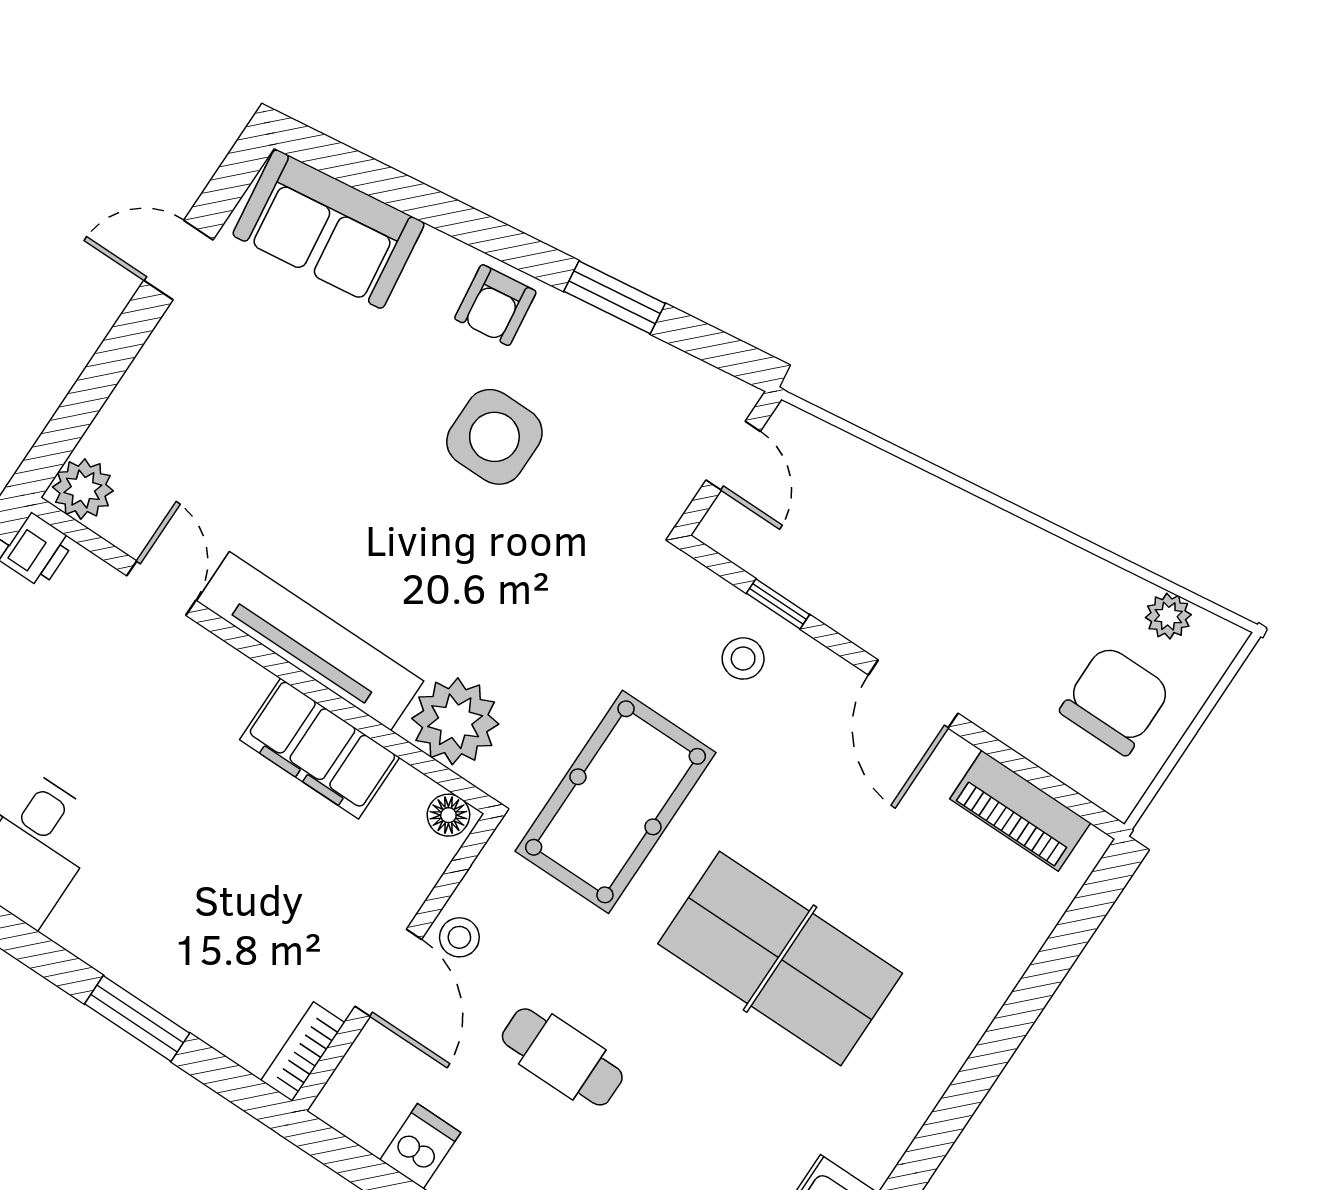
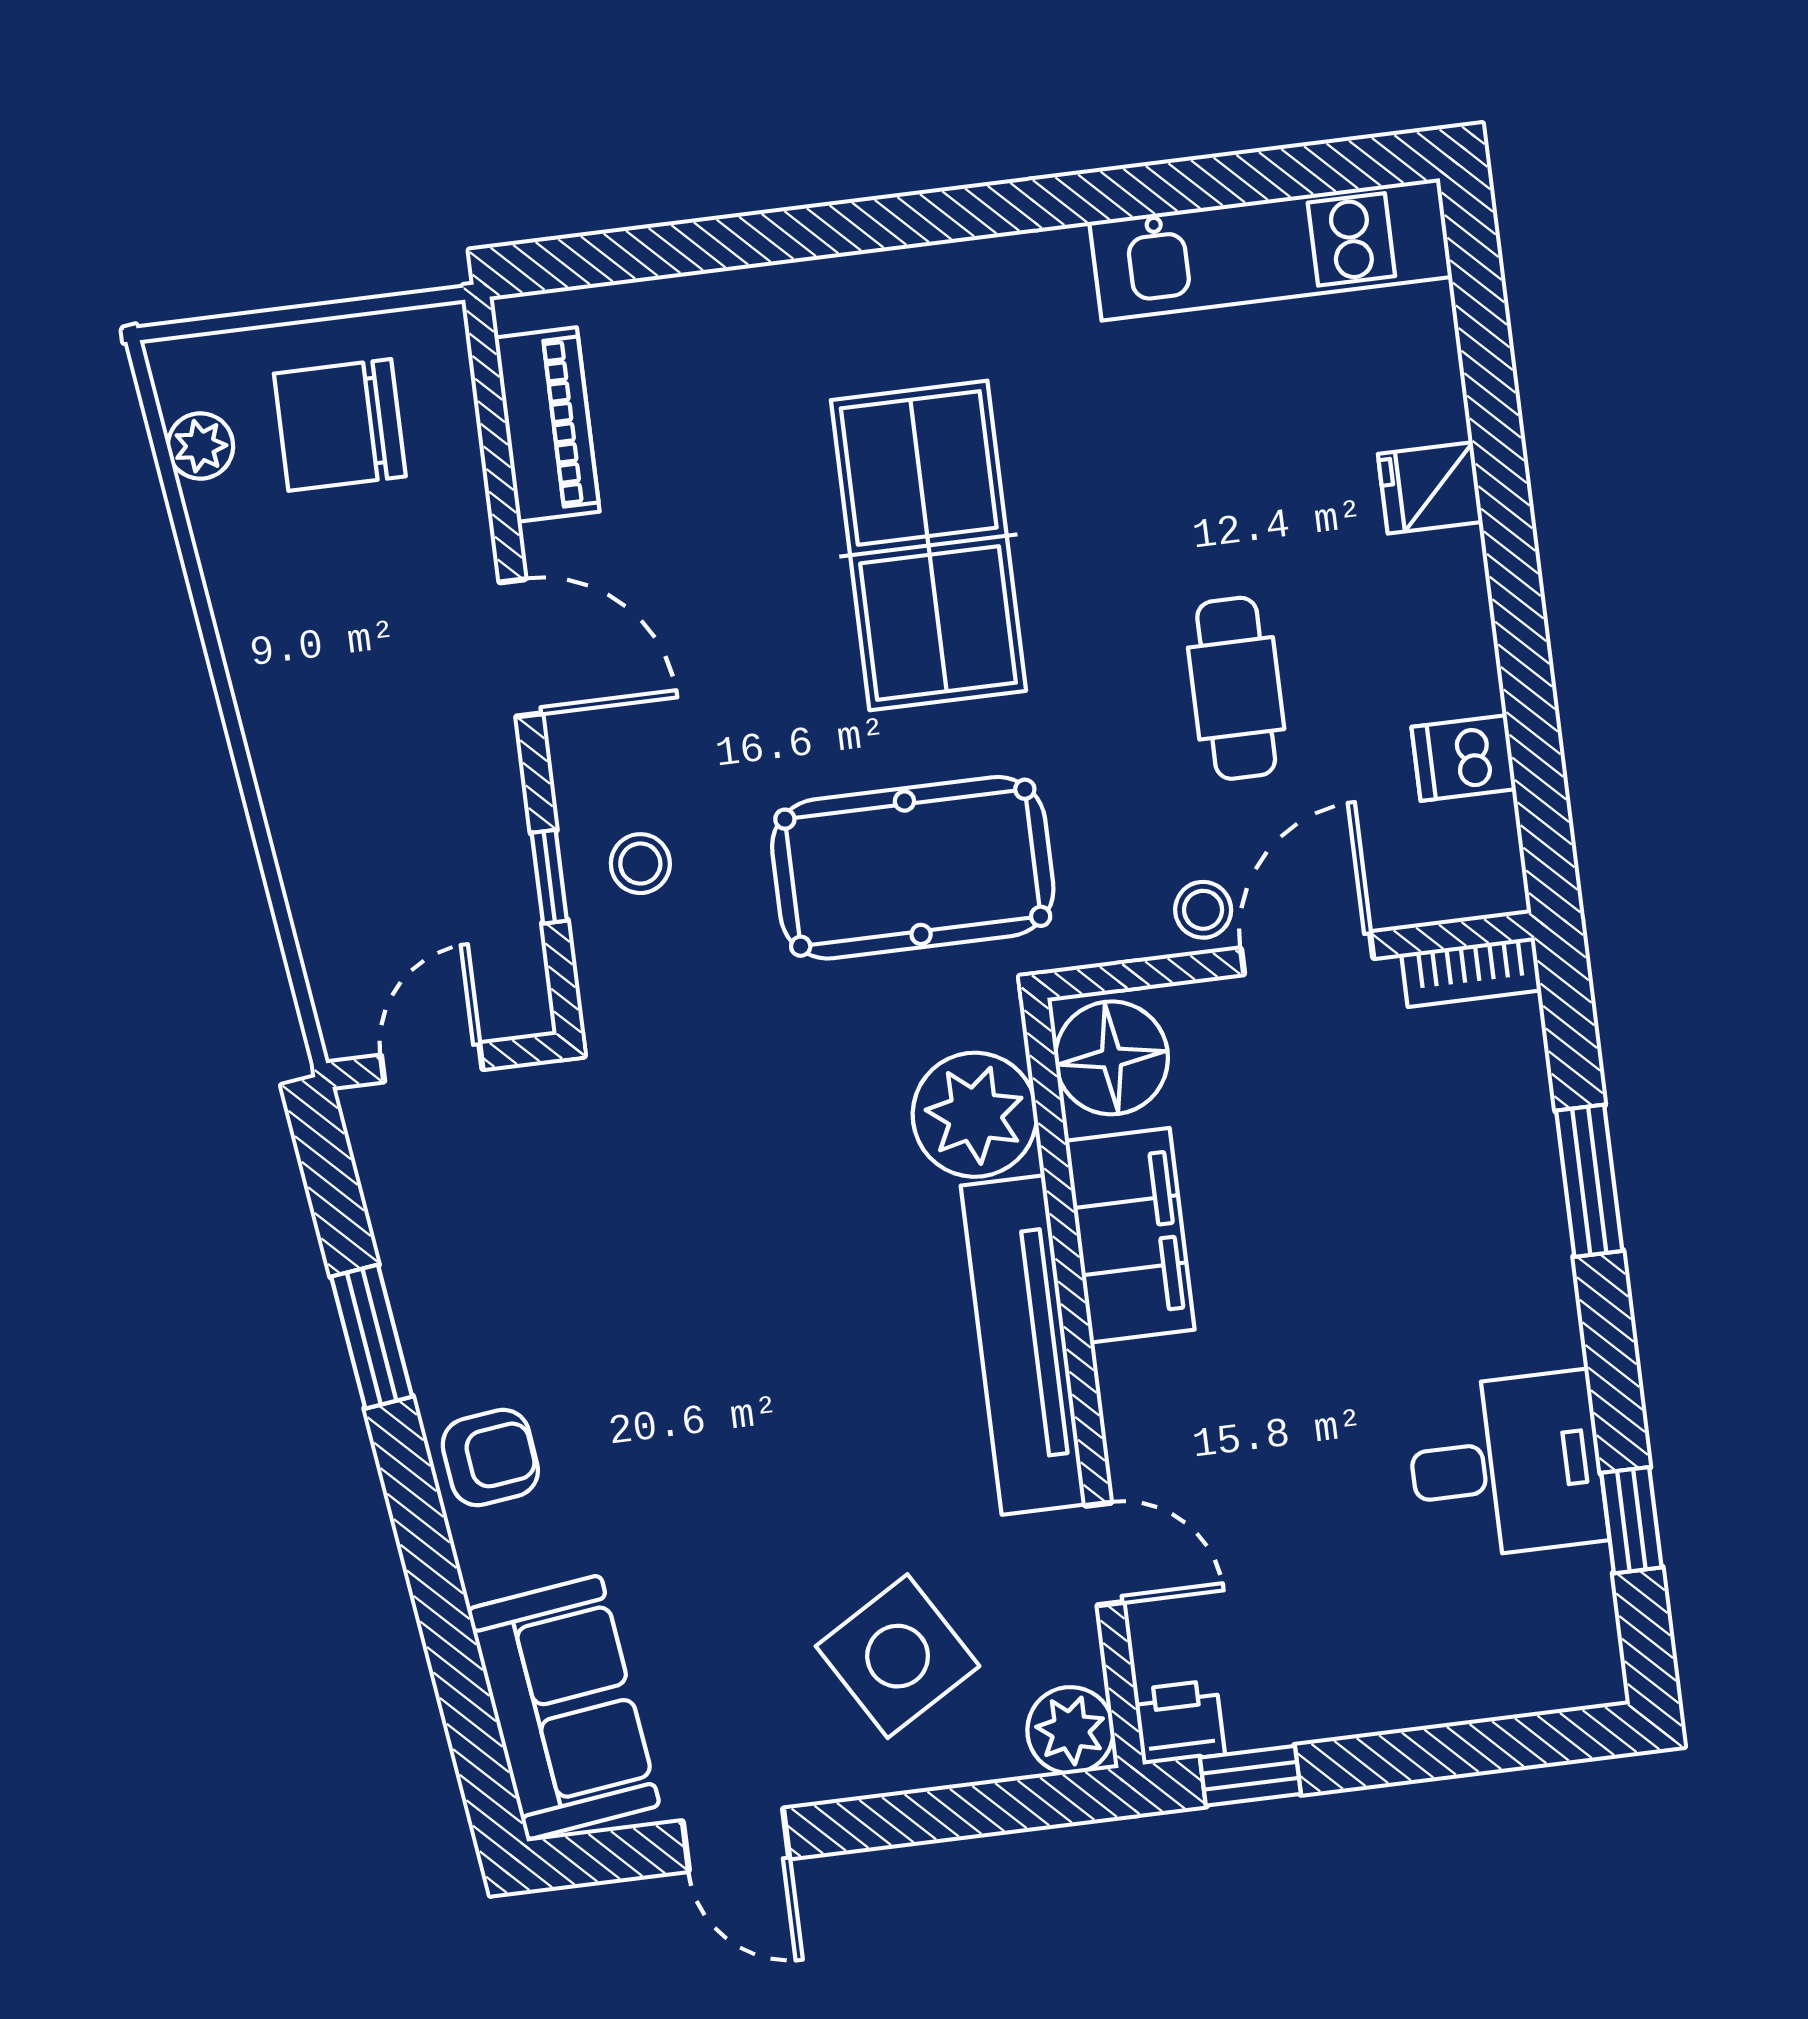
side table: (494, 437) -> (898, 1656), moved, turned -31
door: (161, 588) -> (1104, 1554), swing flipped
door: (913, 694) -> (521, 648), hinge flipped
floor lamp: (448, 815) -> (1112, 1058), width x1.89, depth x1.89

